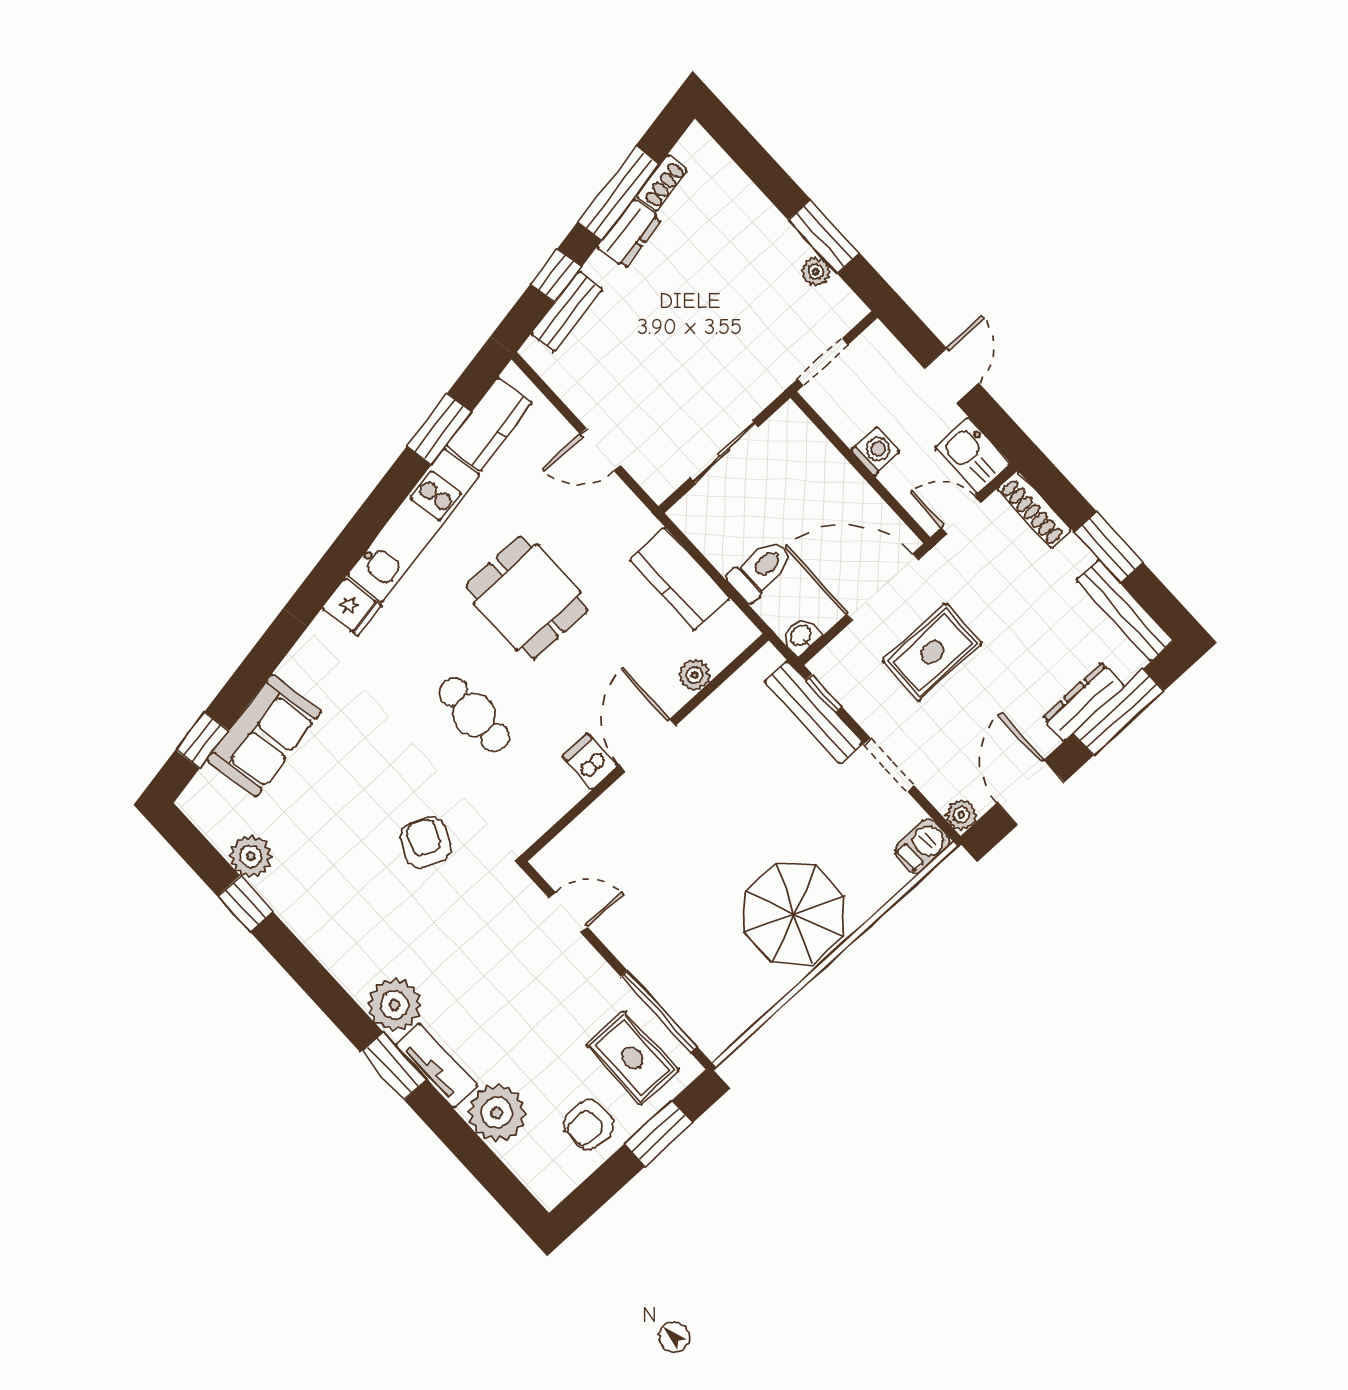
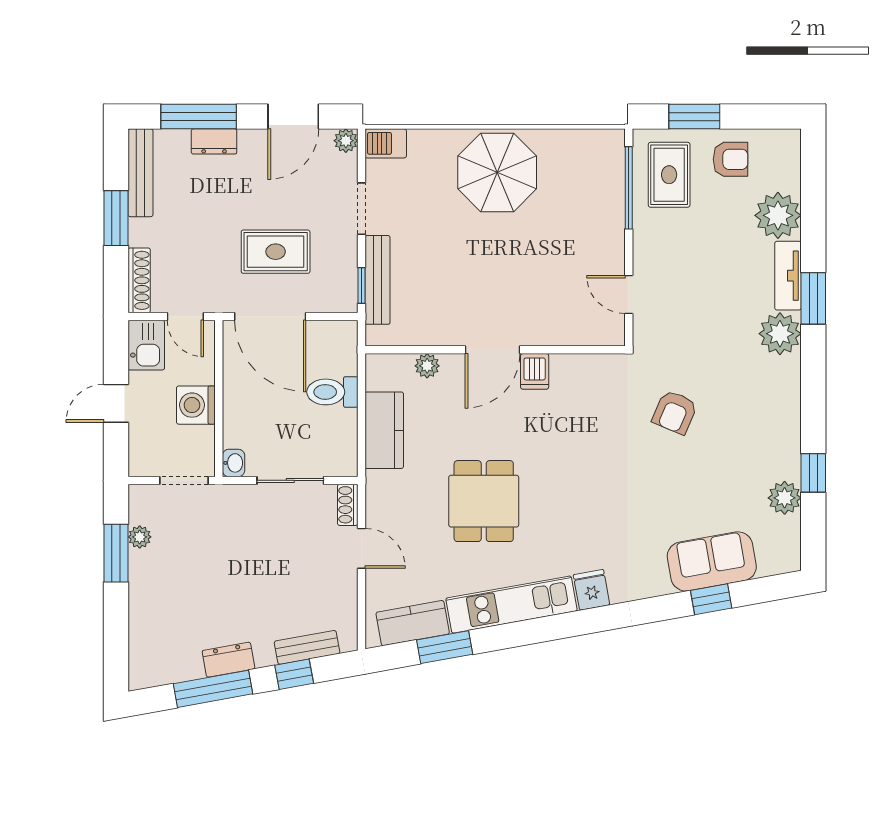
shoe rack: (662, 183) -> (348, 505), moved, turned -80
washing machine: (875, 451) -> (196, 405), width x1.38, depth x1.38
washbasin: (801, 636) -> (233, 463), moved, turned -90
dresser: (1083, 702) -> (214, 141), width x0.70
cafe table: (474, 715) -> (578, 461), removed
window: (202, 740) -> (711, 599), moved

